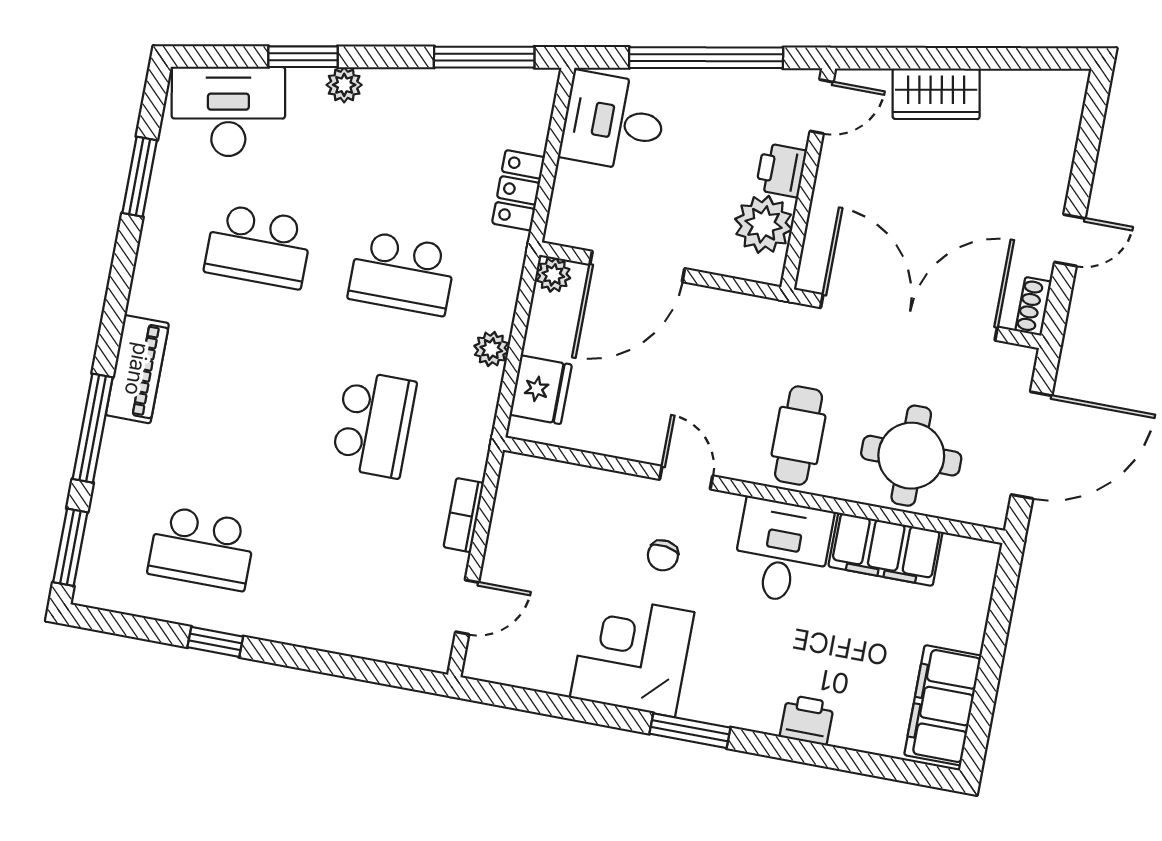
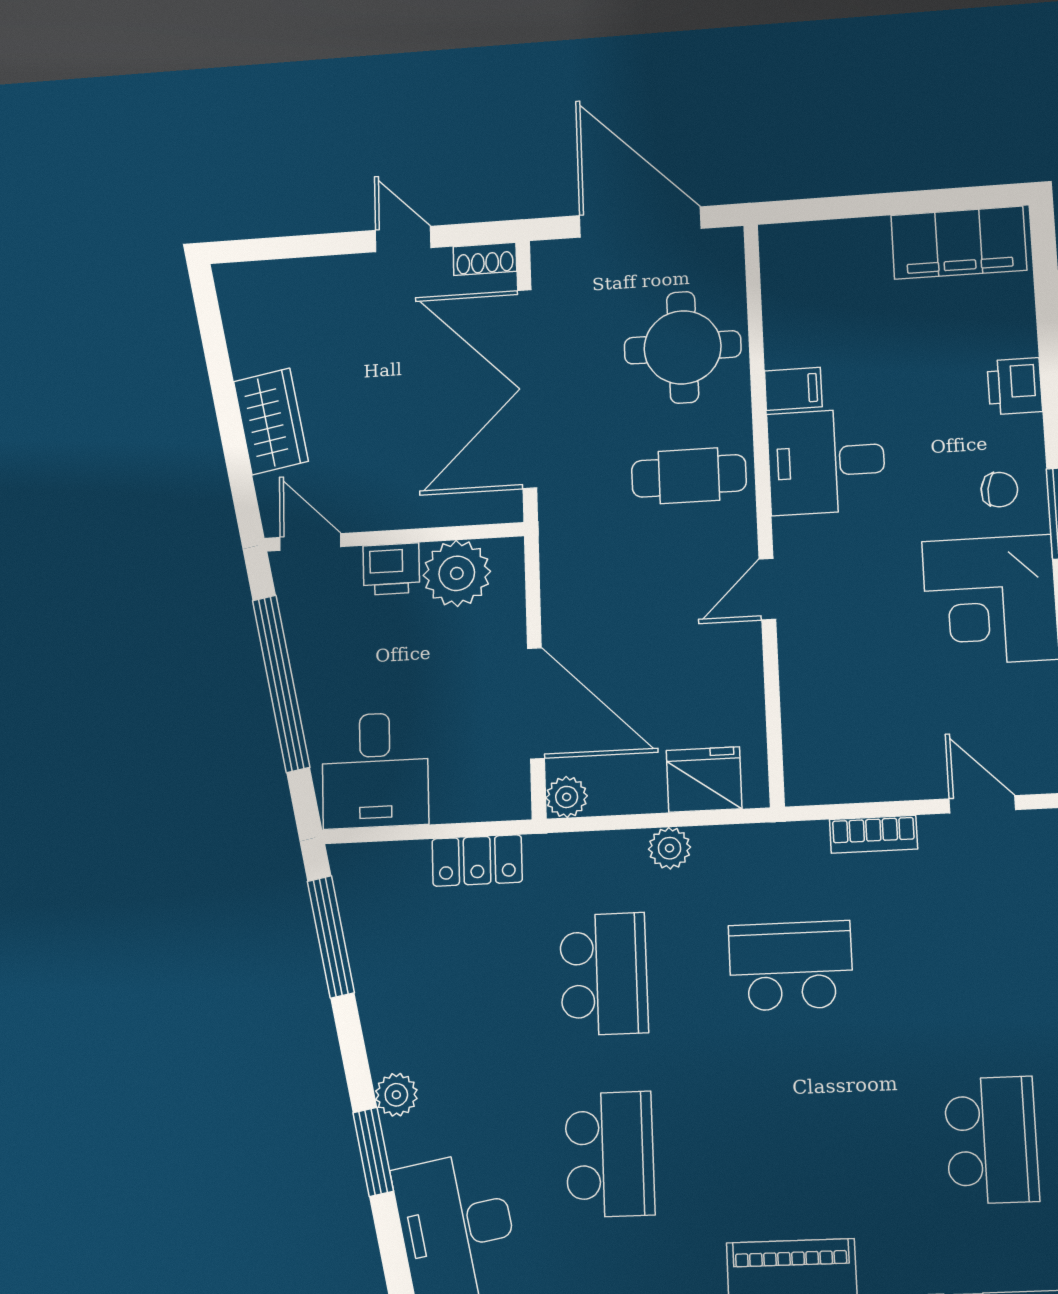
filing cabinet: (885, 549) -> (793, 389), width x0.33, depth x0.86
chair: (663, 555) -> (999, 490), moved

